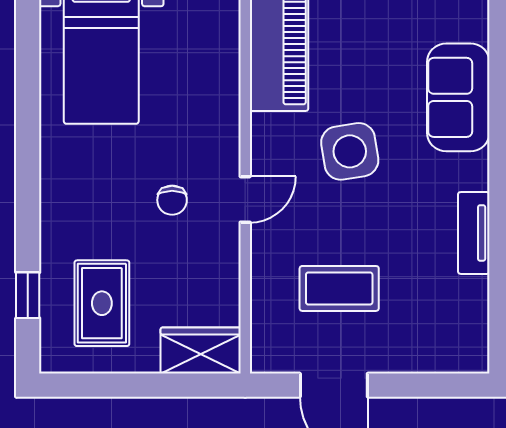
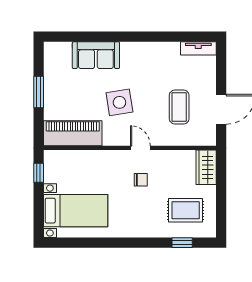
tv unit: (474, 233) -> (198, 48), moved

